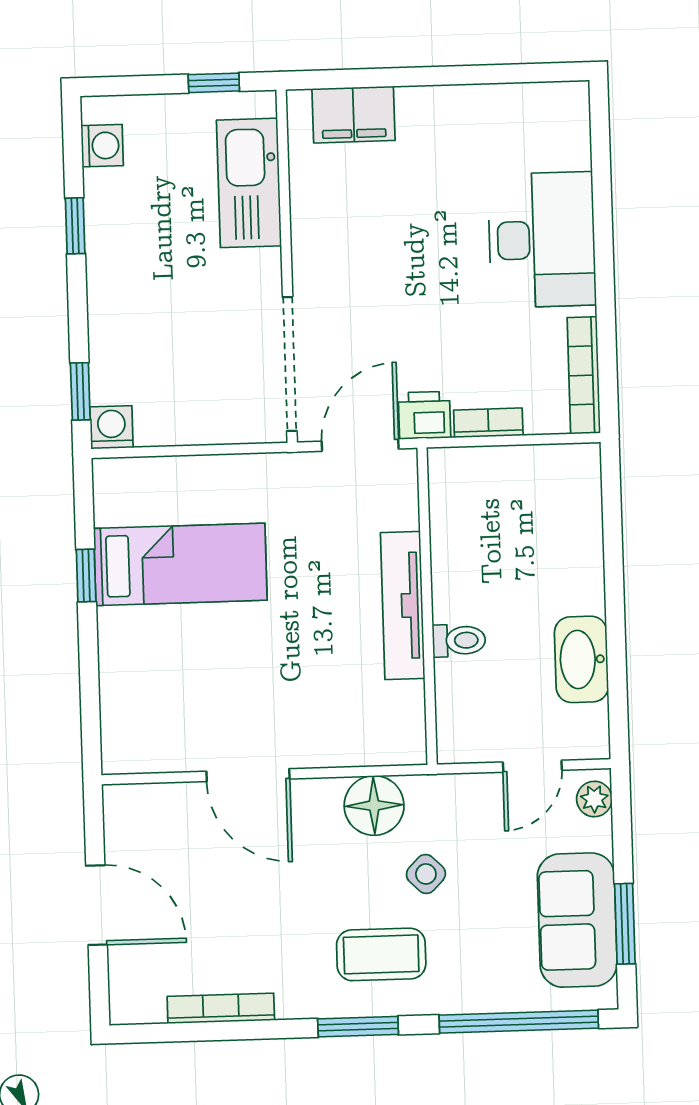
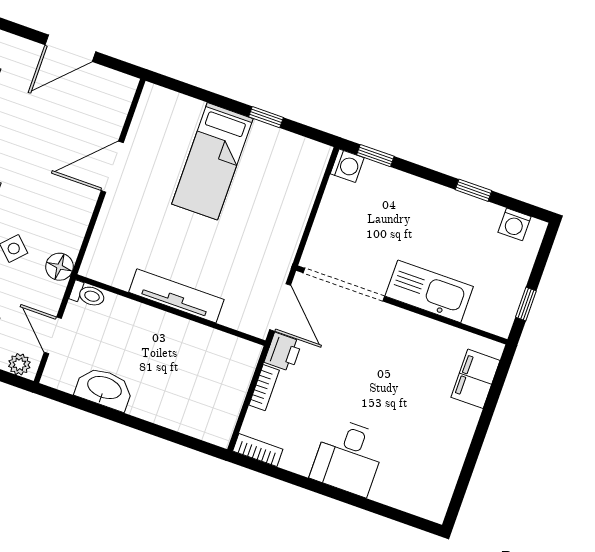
kitchen sink: (249, 183) -> (429, 291), moved
desk: (542, 240) -> (348, 457), width x0.73
bookcase: (584, 375) -> (258, 450), width x0.64
bed: (180, 564) -> (212, 161), moved
toilet: (459, 640) -> (88, 295), moved, turned -90
floor lamp: (374, 806) -> (59, 267), moved, width x0.73, depth x0.73

